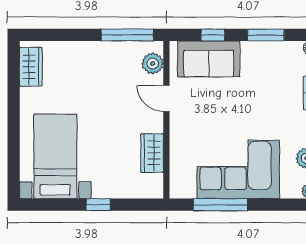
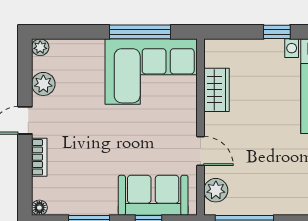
corner sofa: (238, 169) -> (151, 72), moved

